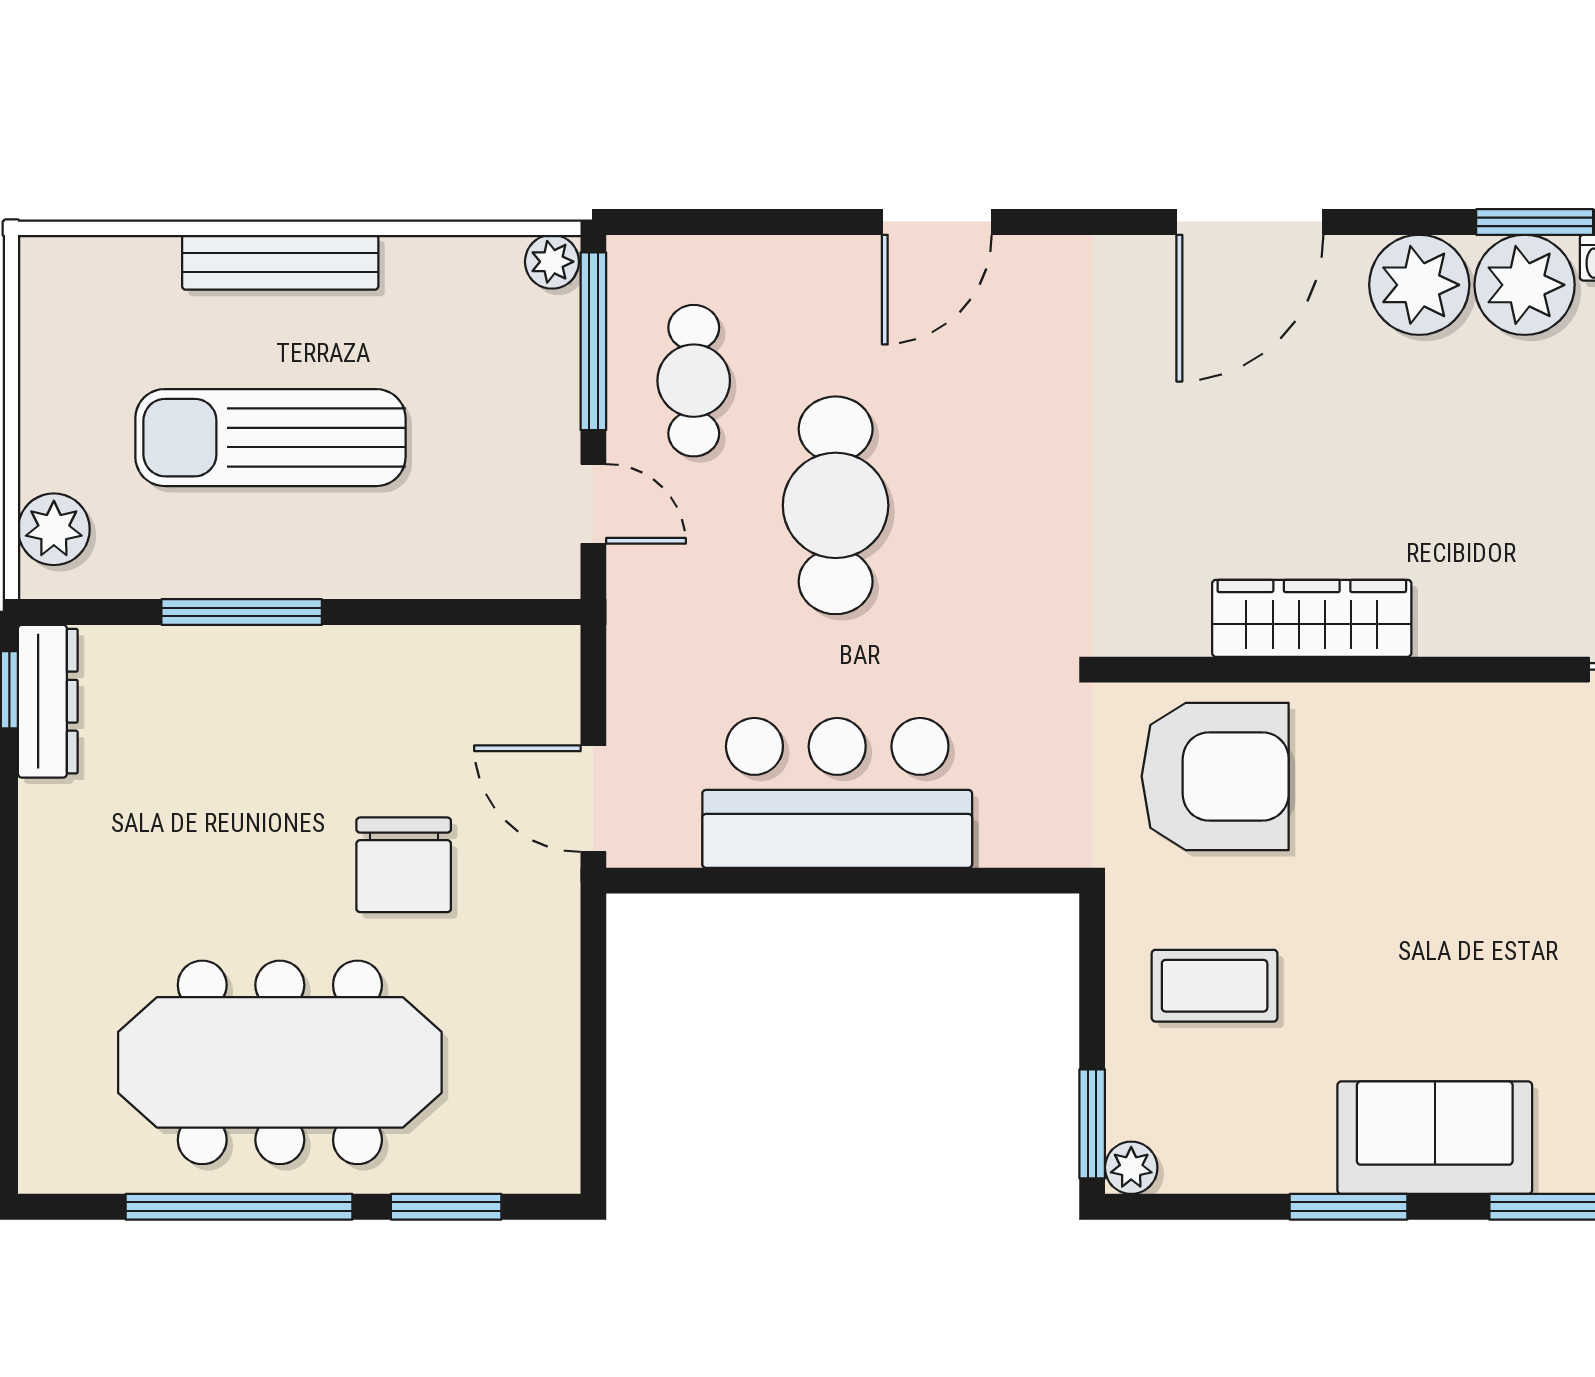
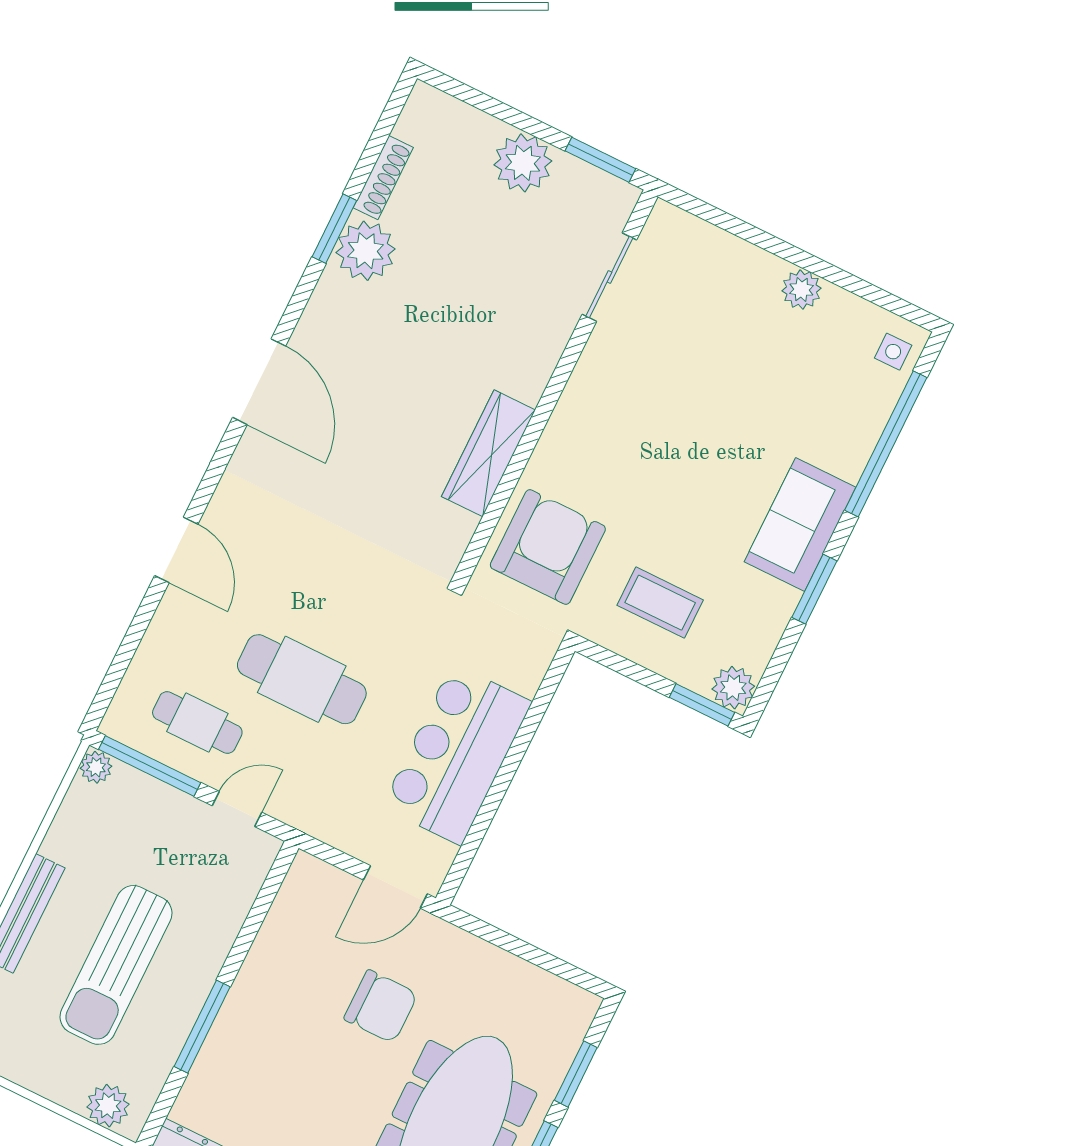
plant: (1419, 285) -> (338, 307), removed
coffee table: (1215, 986) -> (660, 603), turned 90
plant: (1131, 1168) -> (733, 688), width x1.38, depth x1.38

